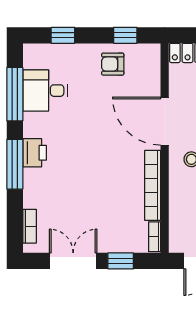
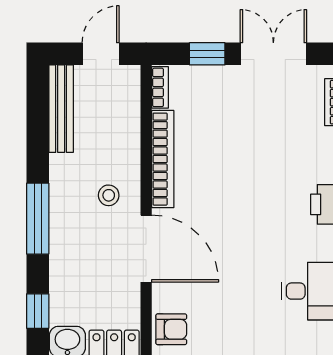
armchair: (113, 64) -> (171, 329), moved
double door: (73, 261) -> (273, 54), swing flipped

